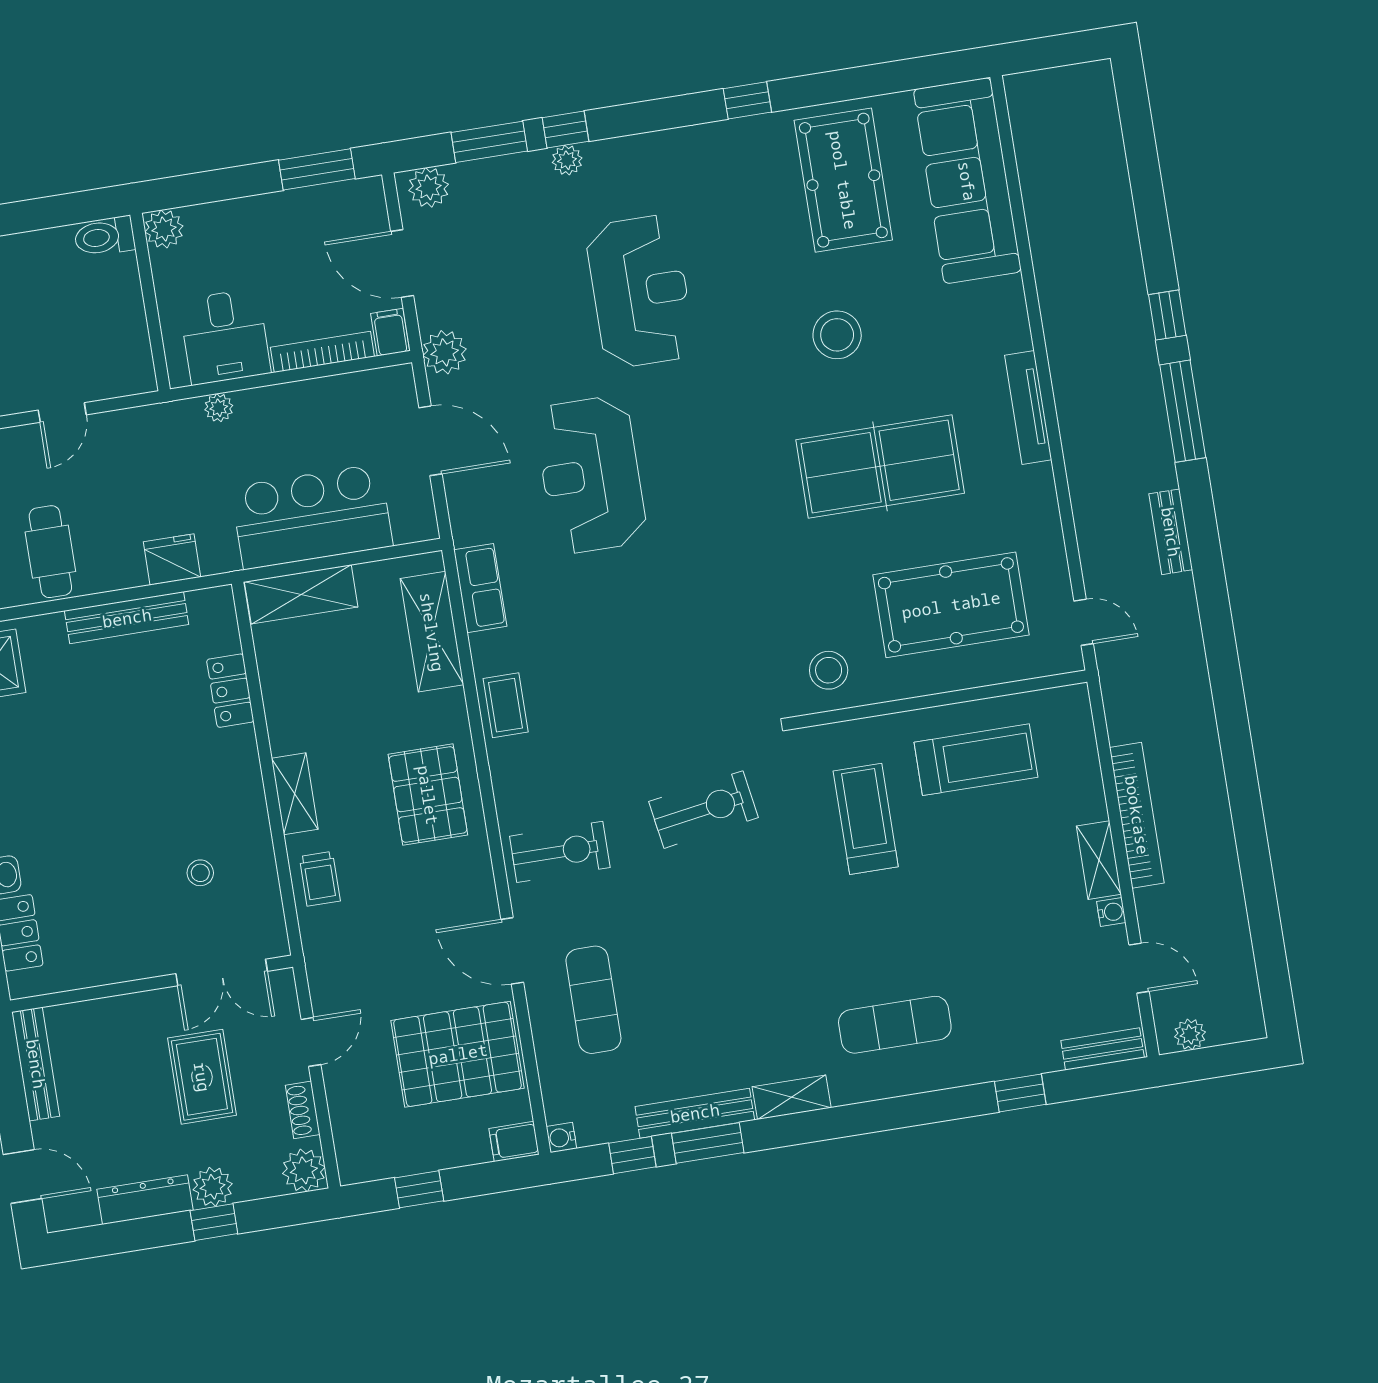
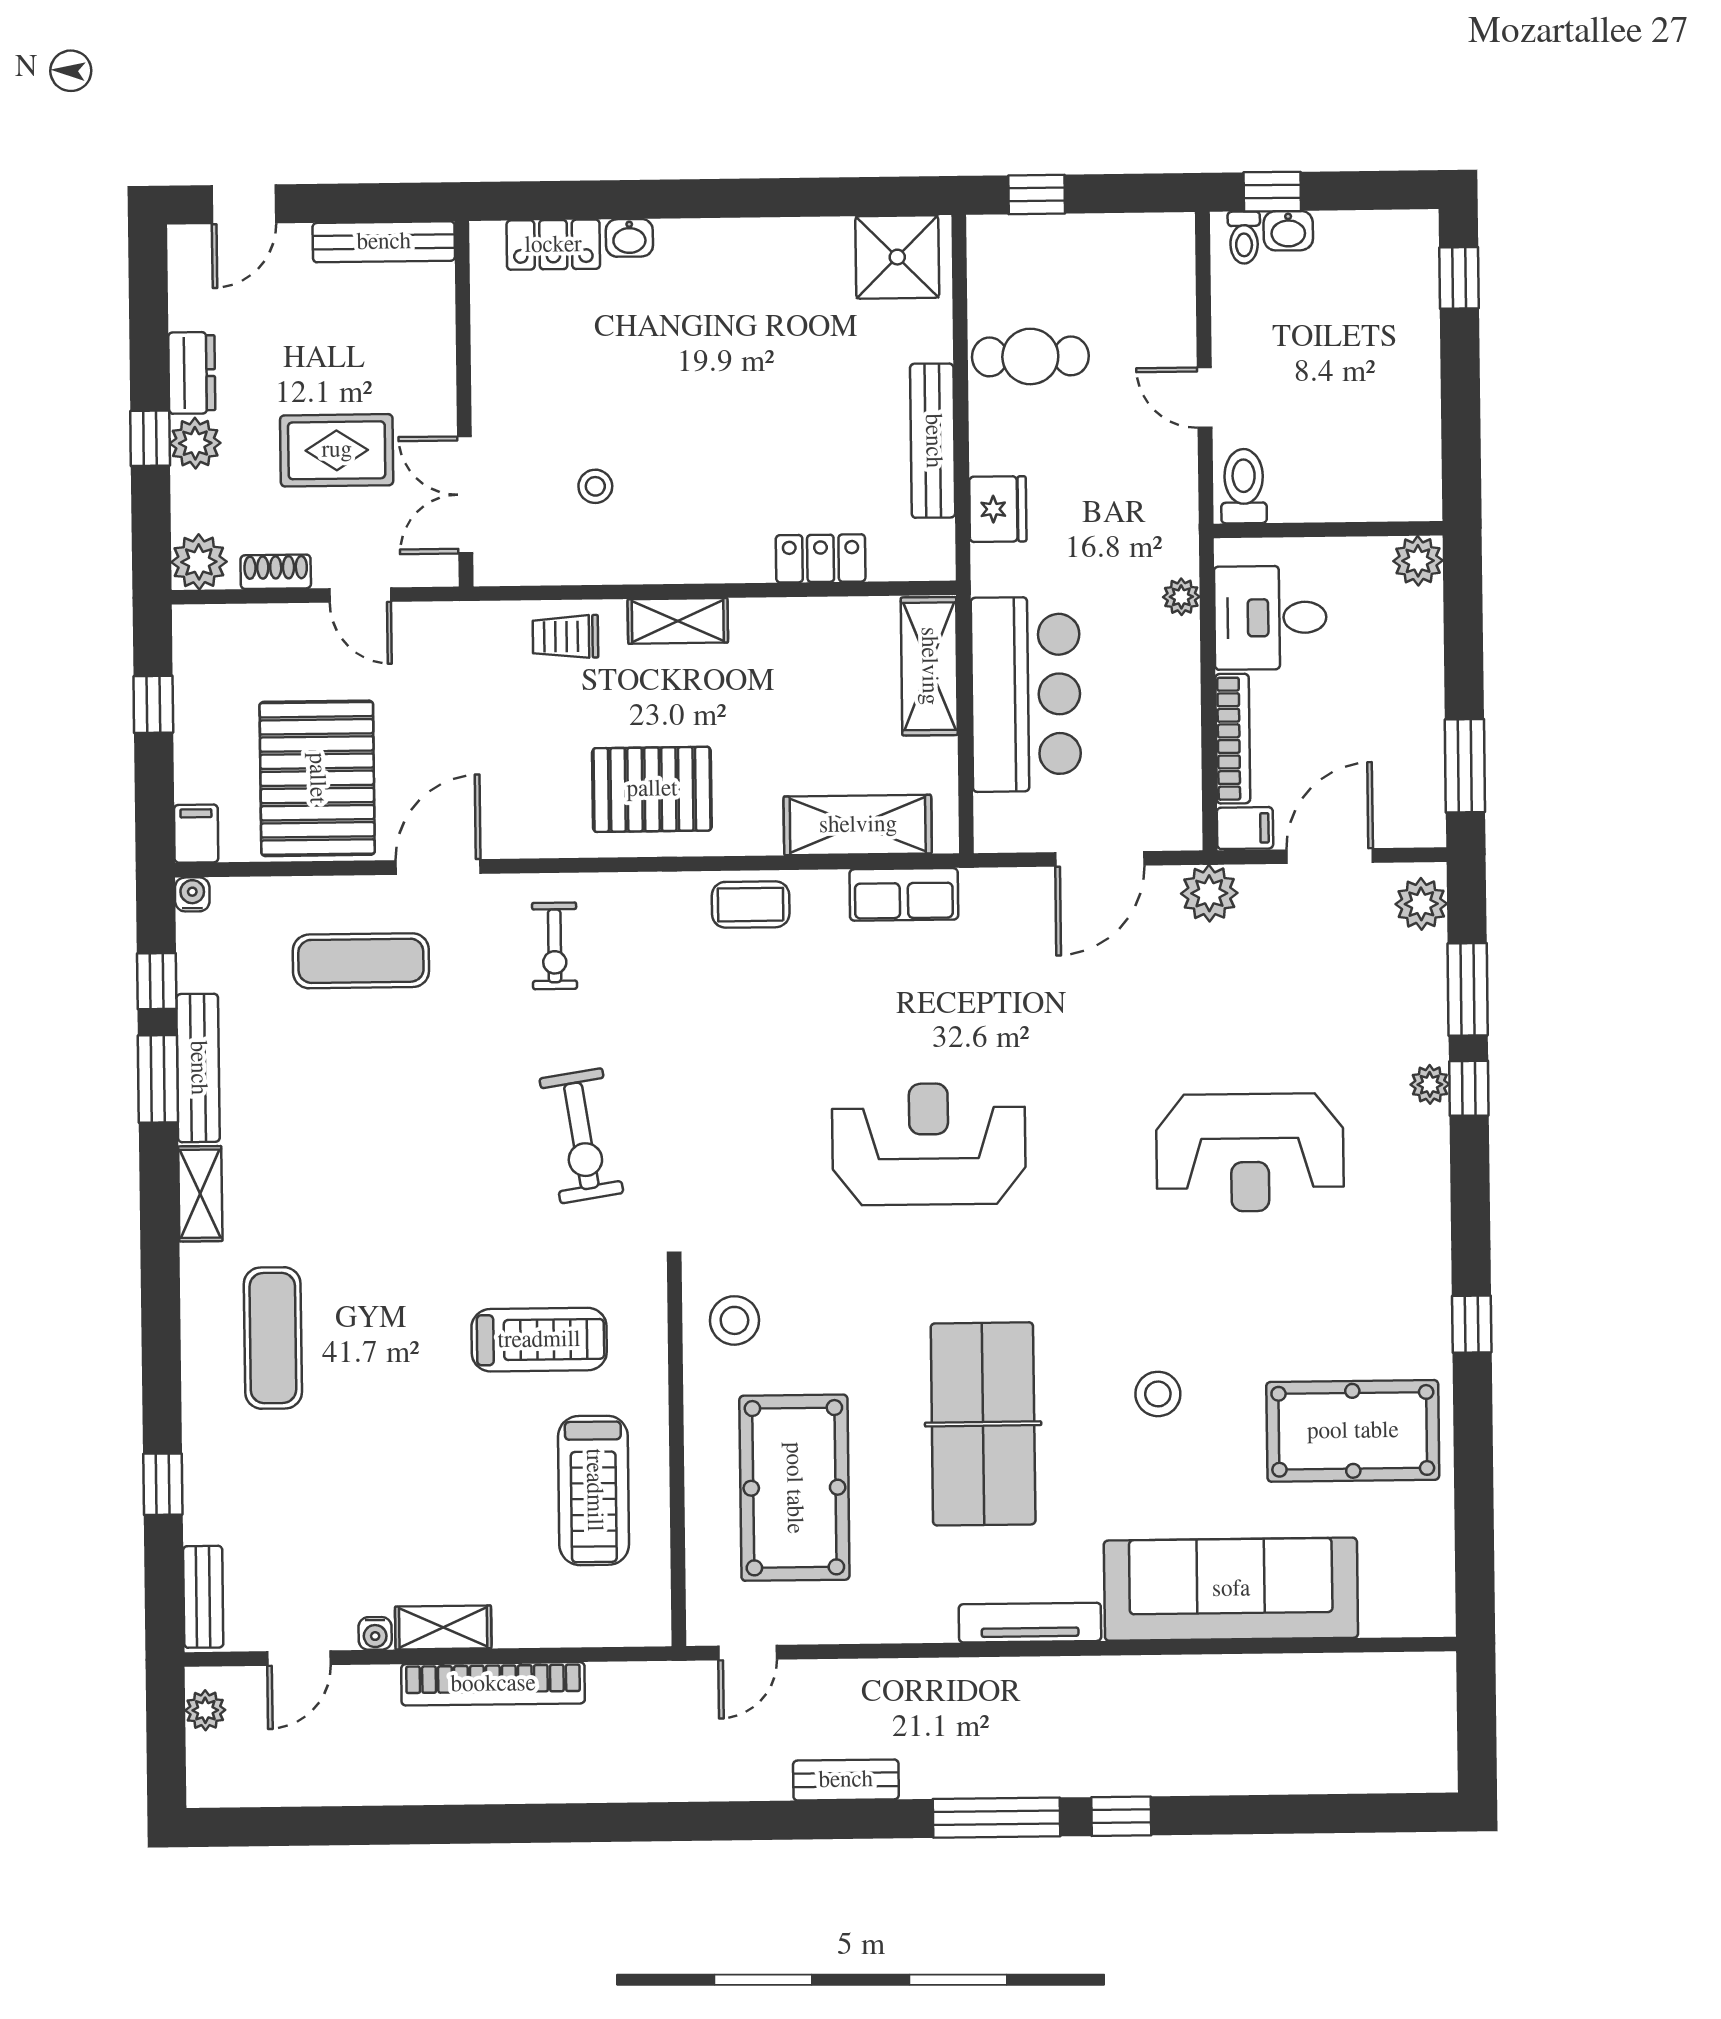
sofa: (967, 181) -> (1231, 1589), moved
toilet: (105, 237) -> (1244, 486), moved
stool: (837, 335) -> (1158, 1394), width x0.73, depth x0.73
reception desk: (591, 475) -> (929, 1144), moved
exercise bike: (560, 852) -> (555, 946), width x0.73, depth x0.72
dresser: (145, 1200) -> (192, 373), width x0.70

